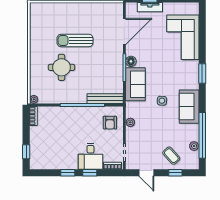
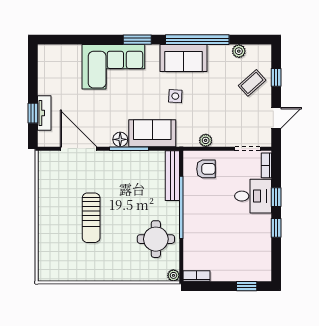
corner sofa: (183, 37) -> (113, 67), moved
round table: (62, 67) -> (156, 239), moved
window: (202, 135) -> (197, 40), moved

